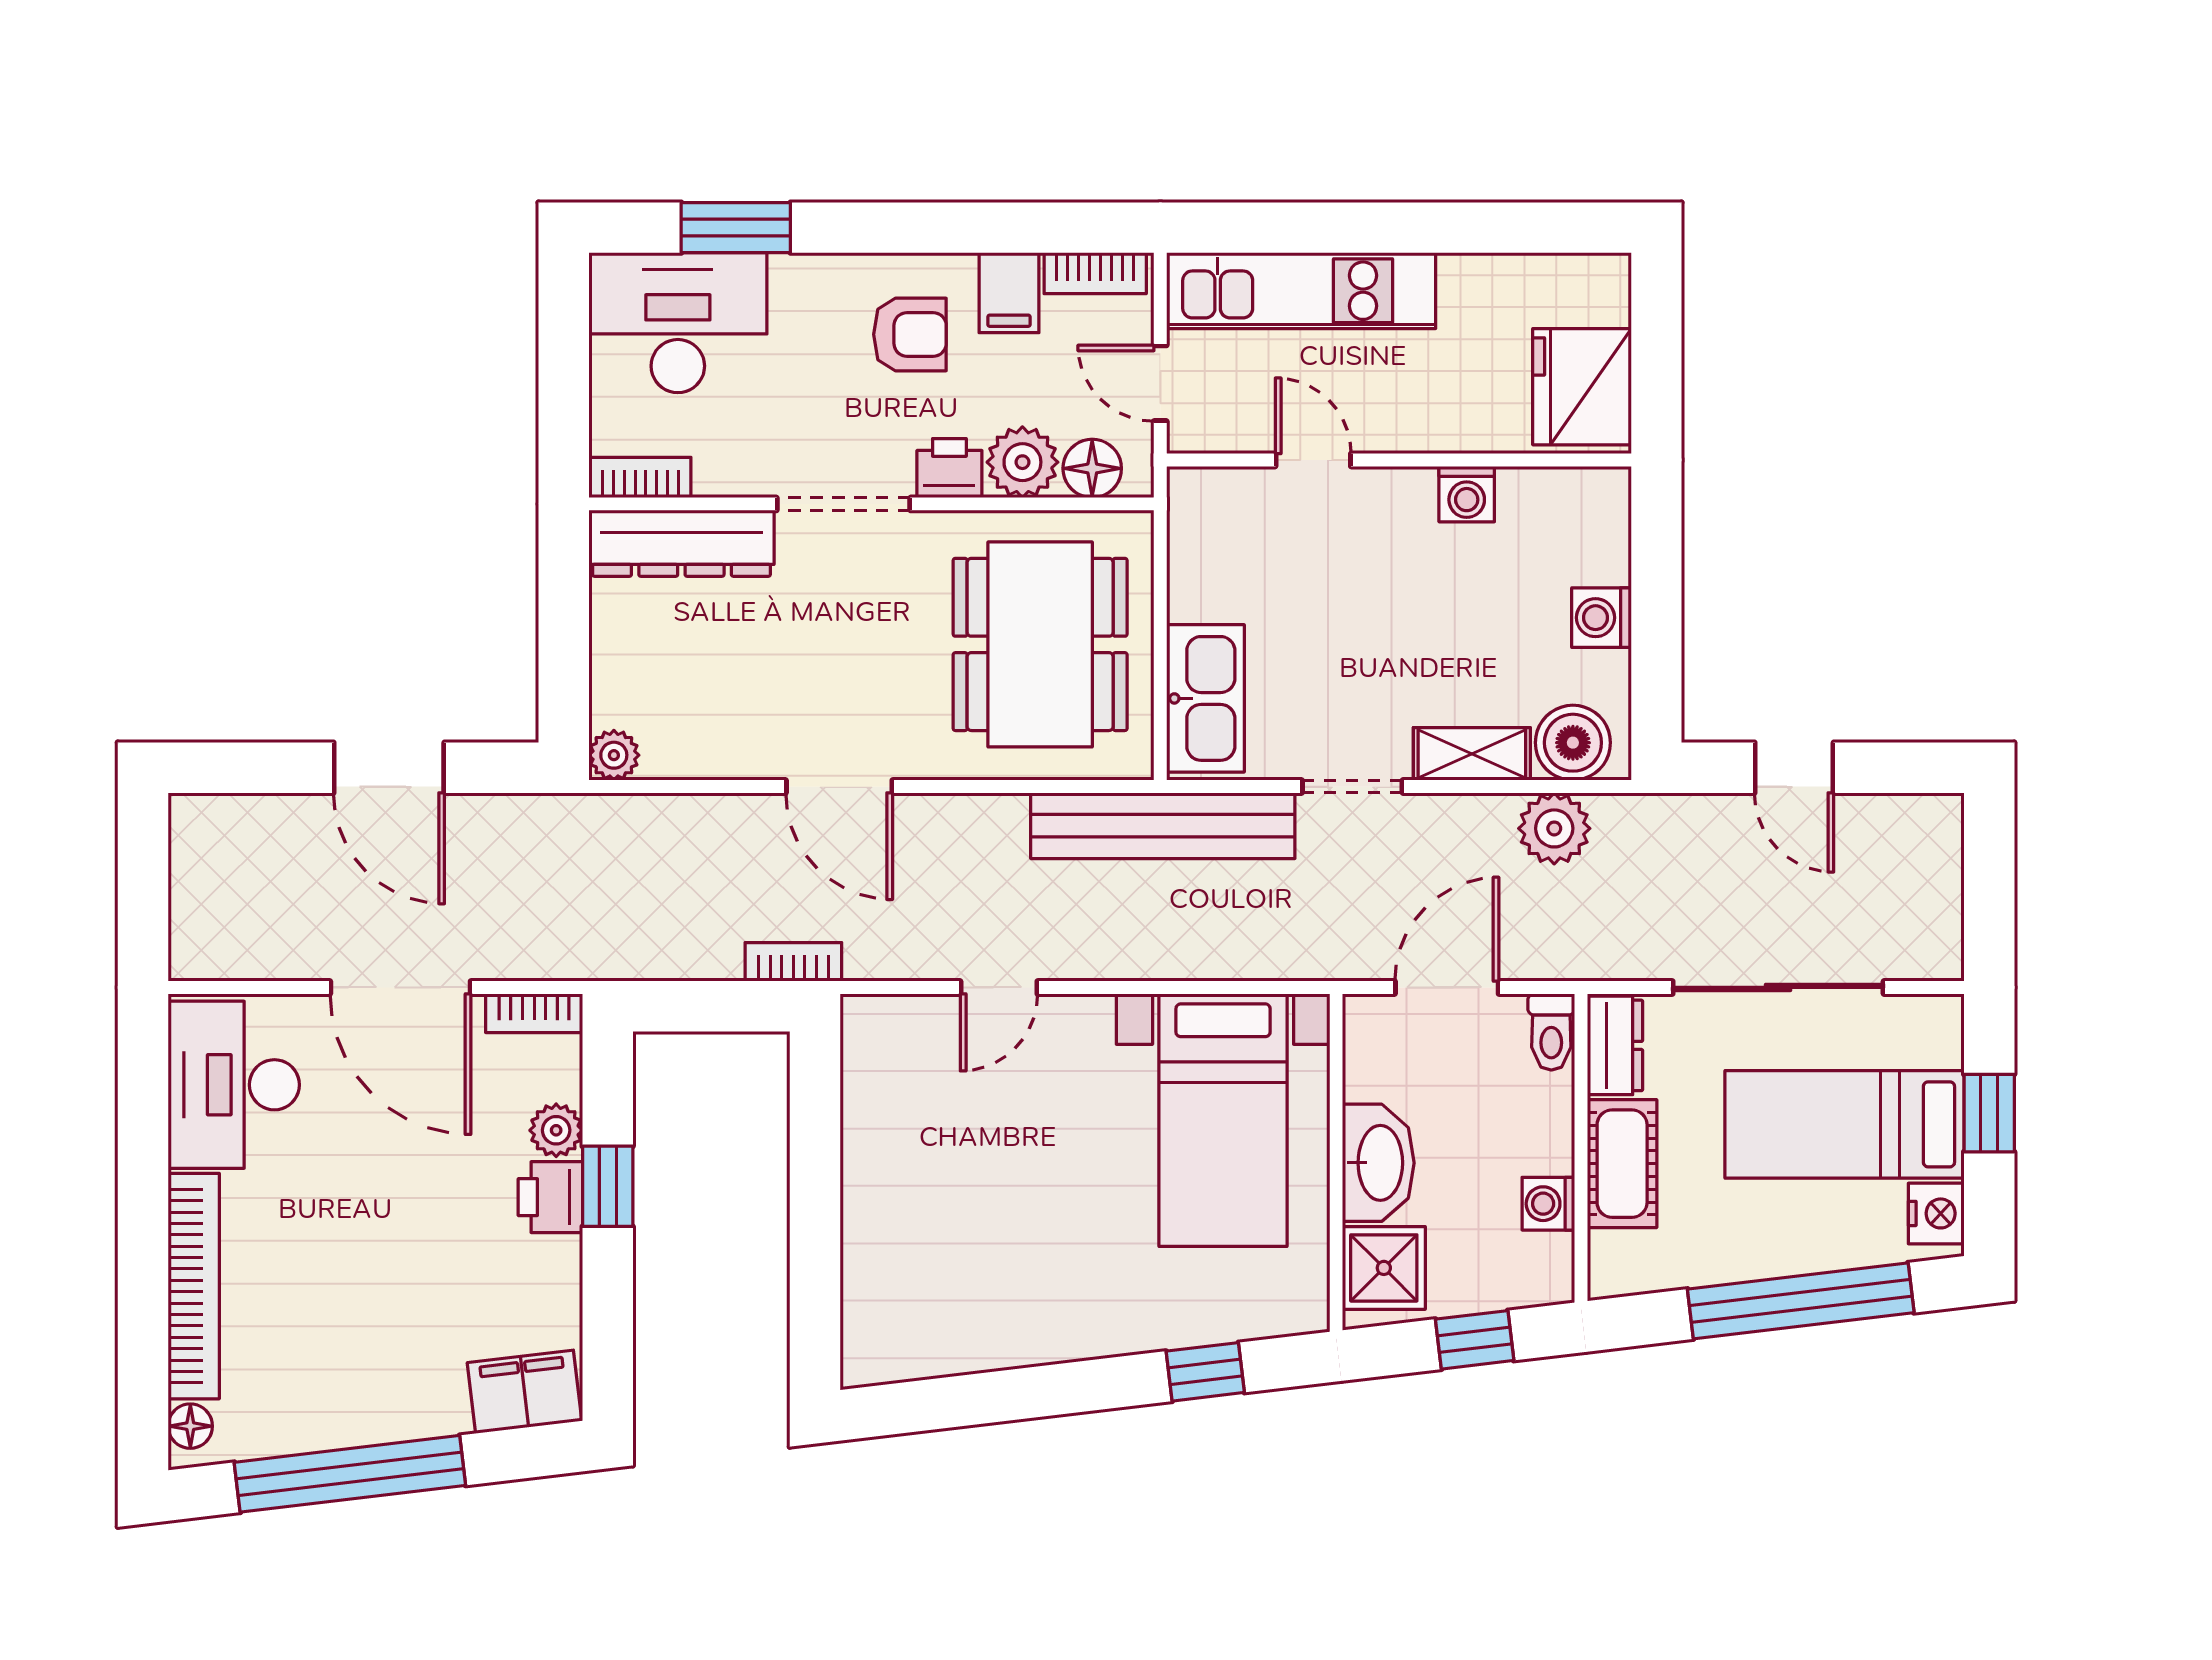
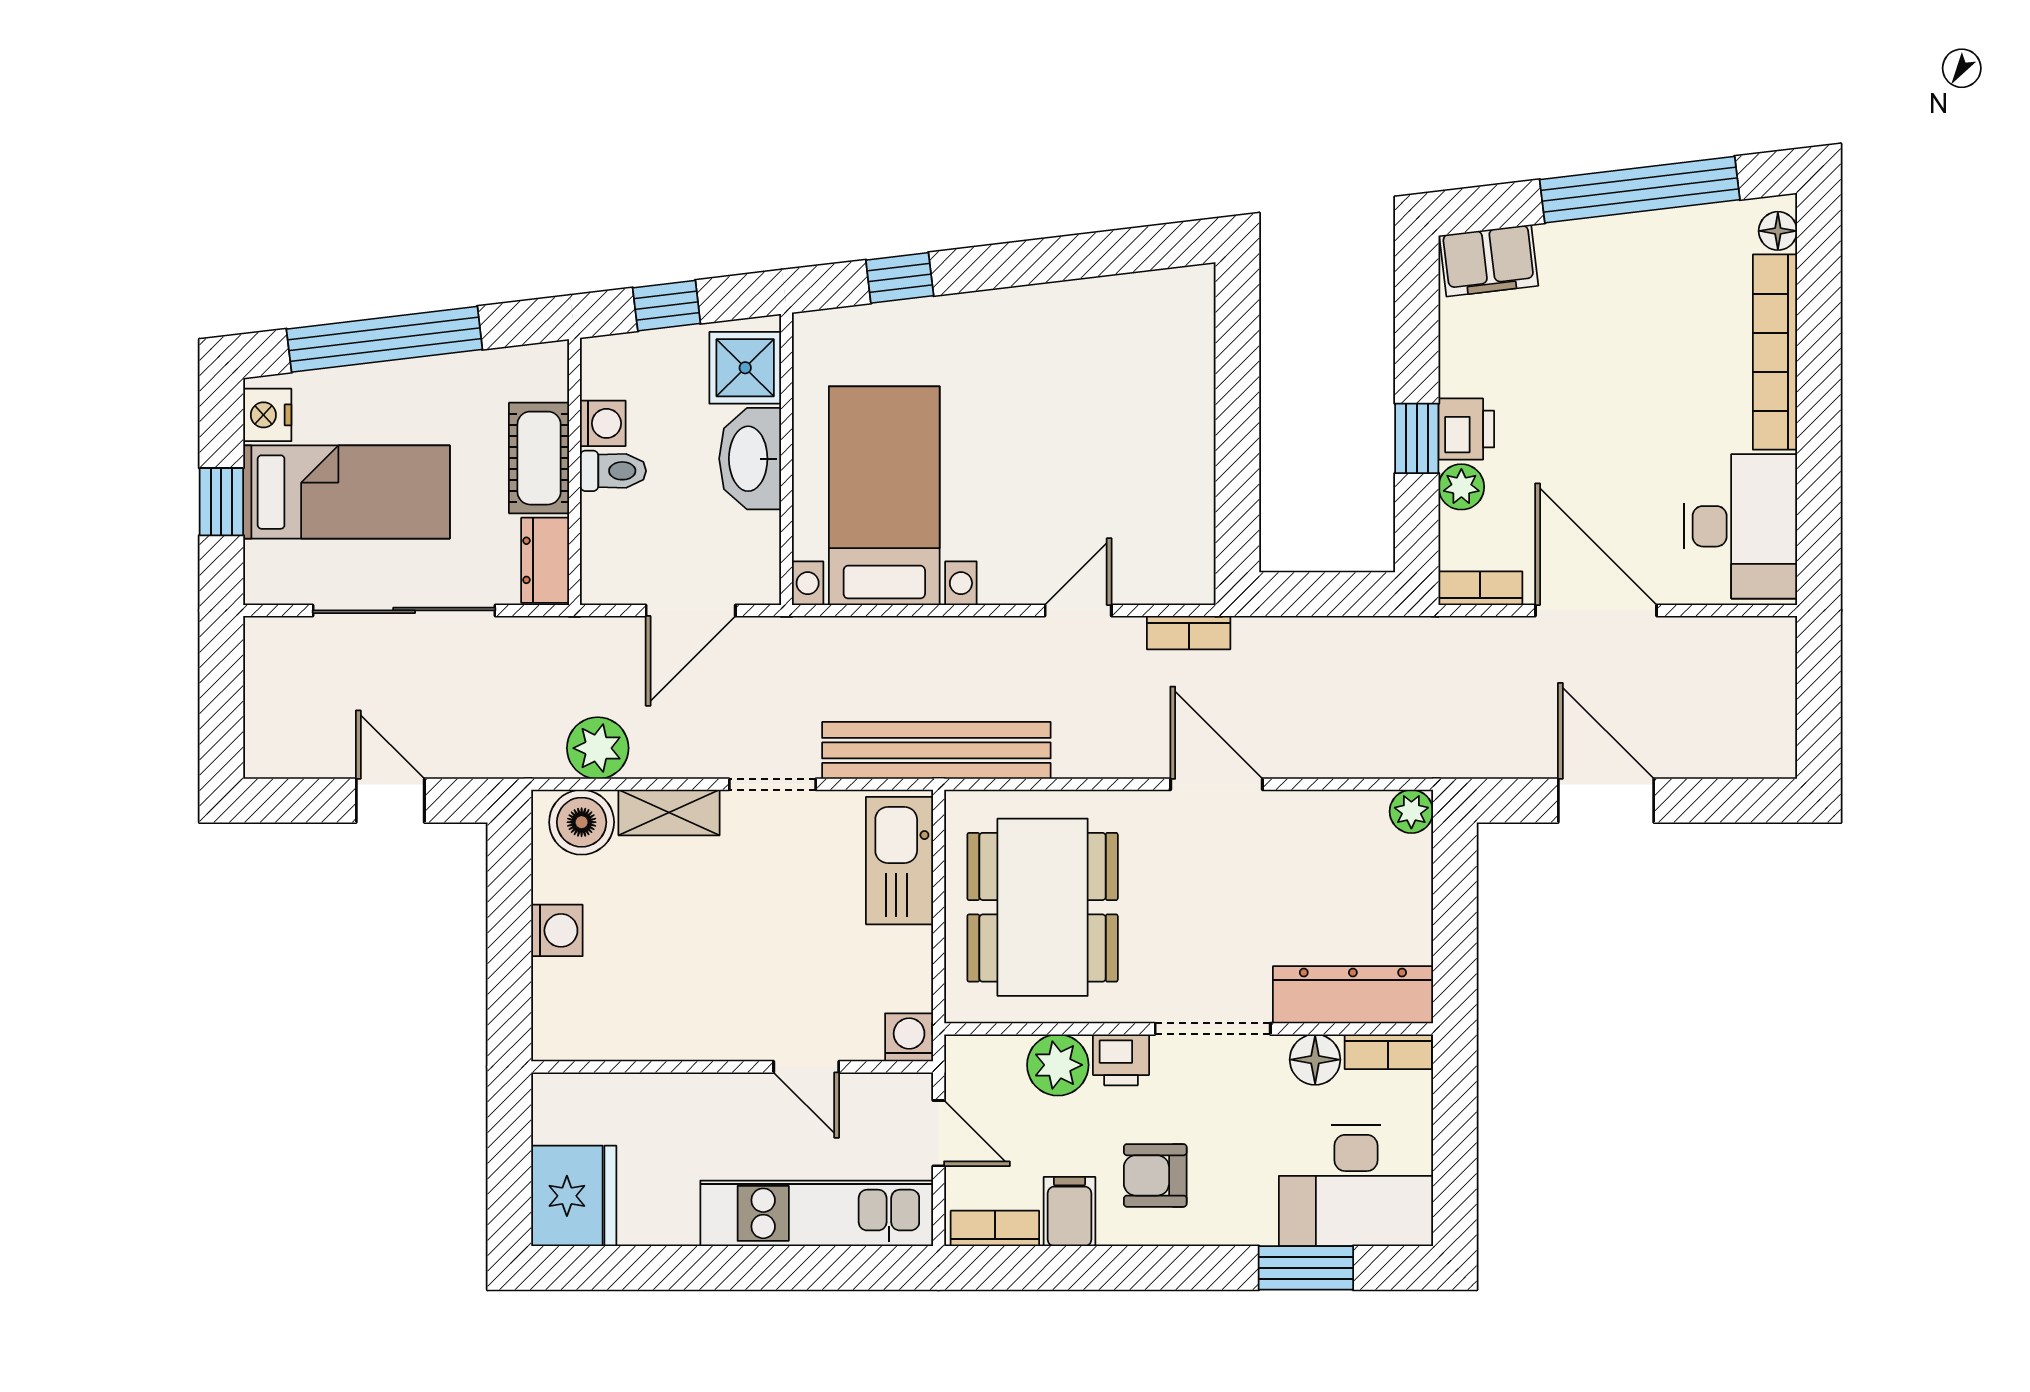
fridge: (1582, 387) -> (574, 1196), moved
floor lamp: (1092, 468) -> (1315, 1060), moved
washing machine: (1467, 494) -> (909, 1037), moved
bookcase: (793, 962) -> (1189, 633), moved
toilet: (1551, 1032) -> (613, 471), moved, turned 90

